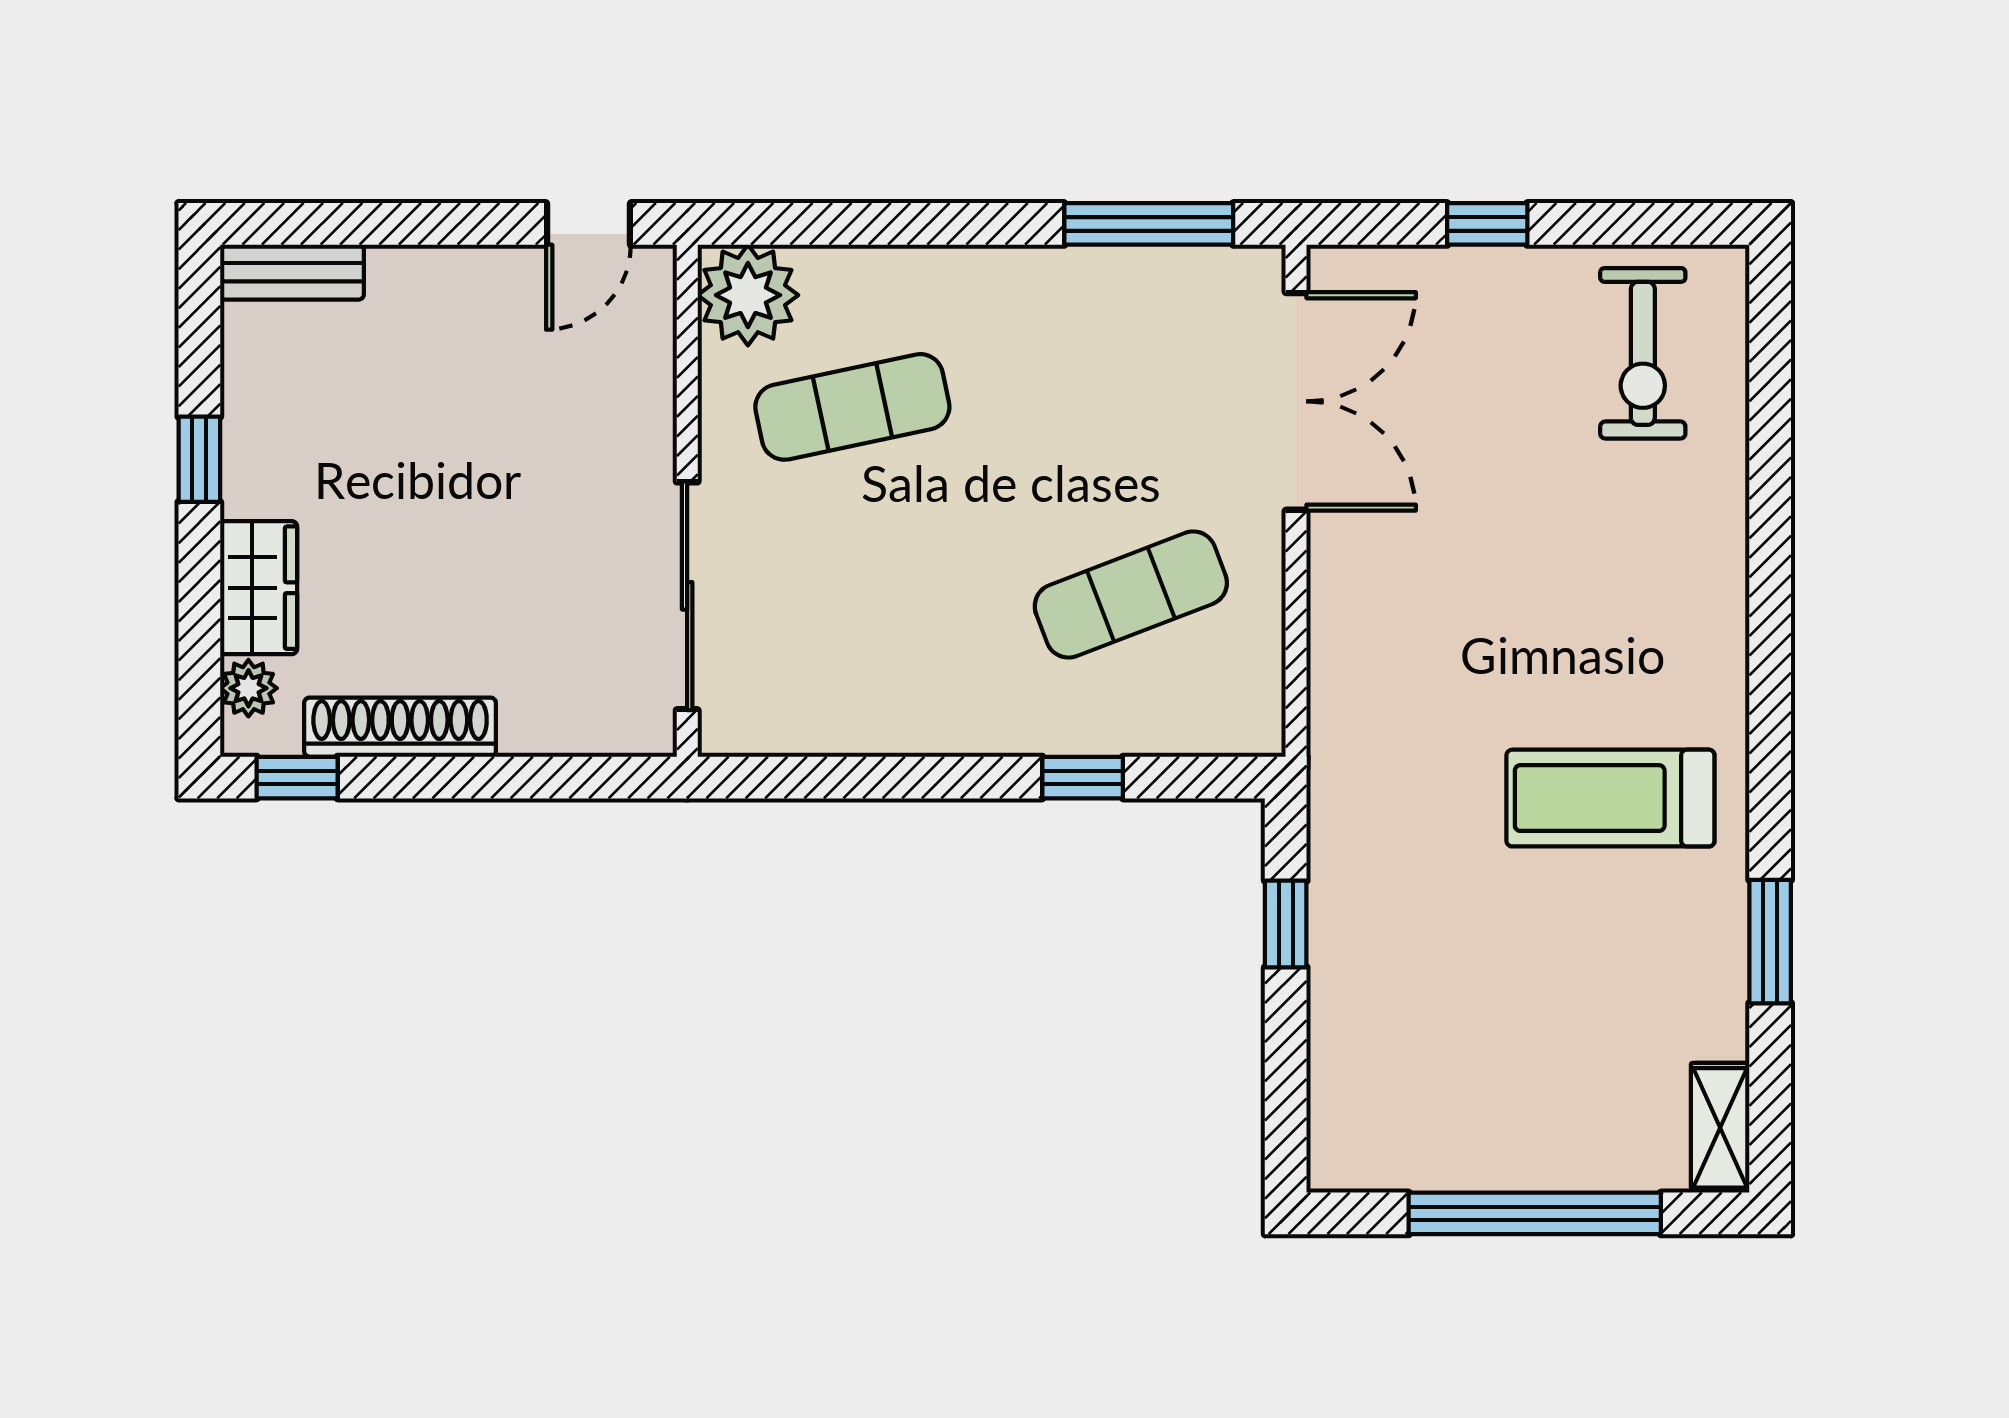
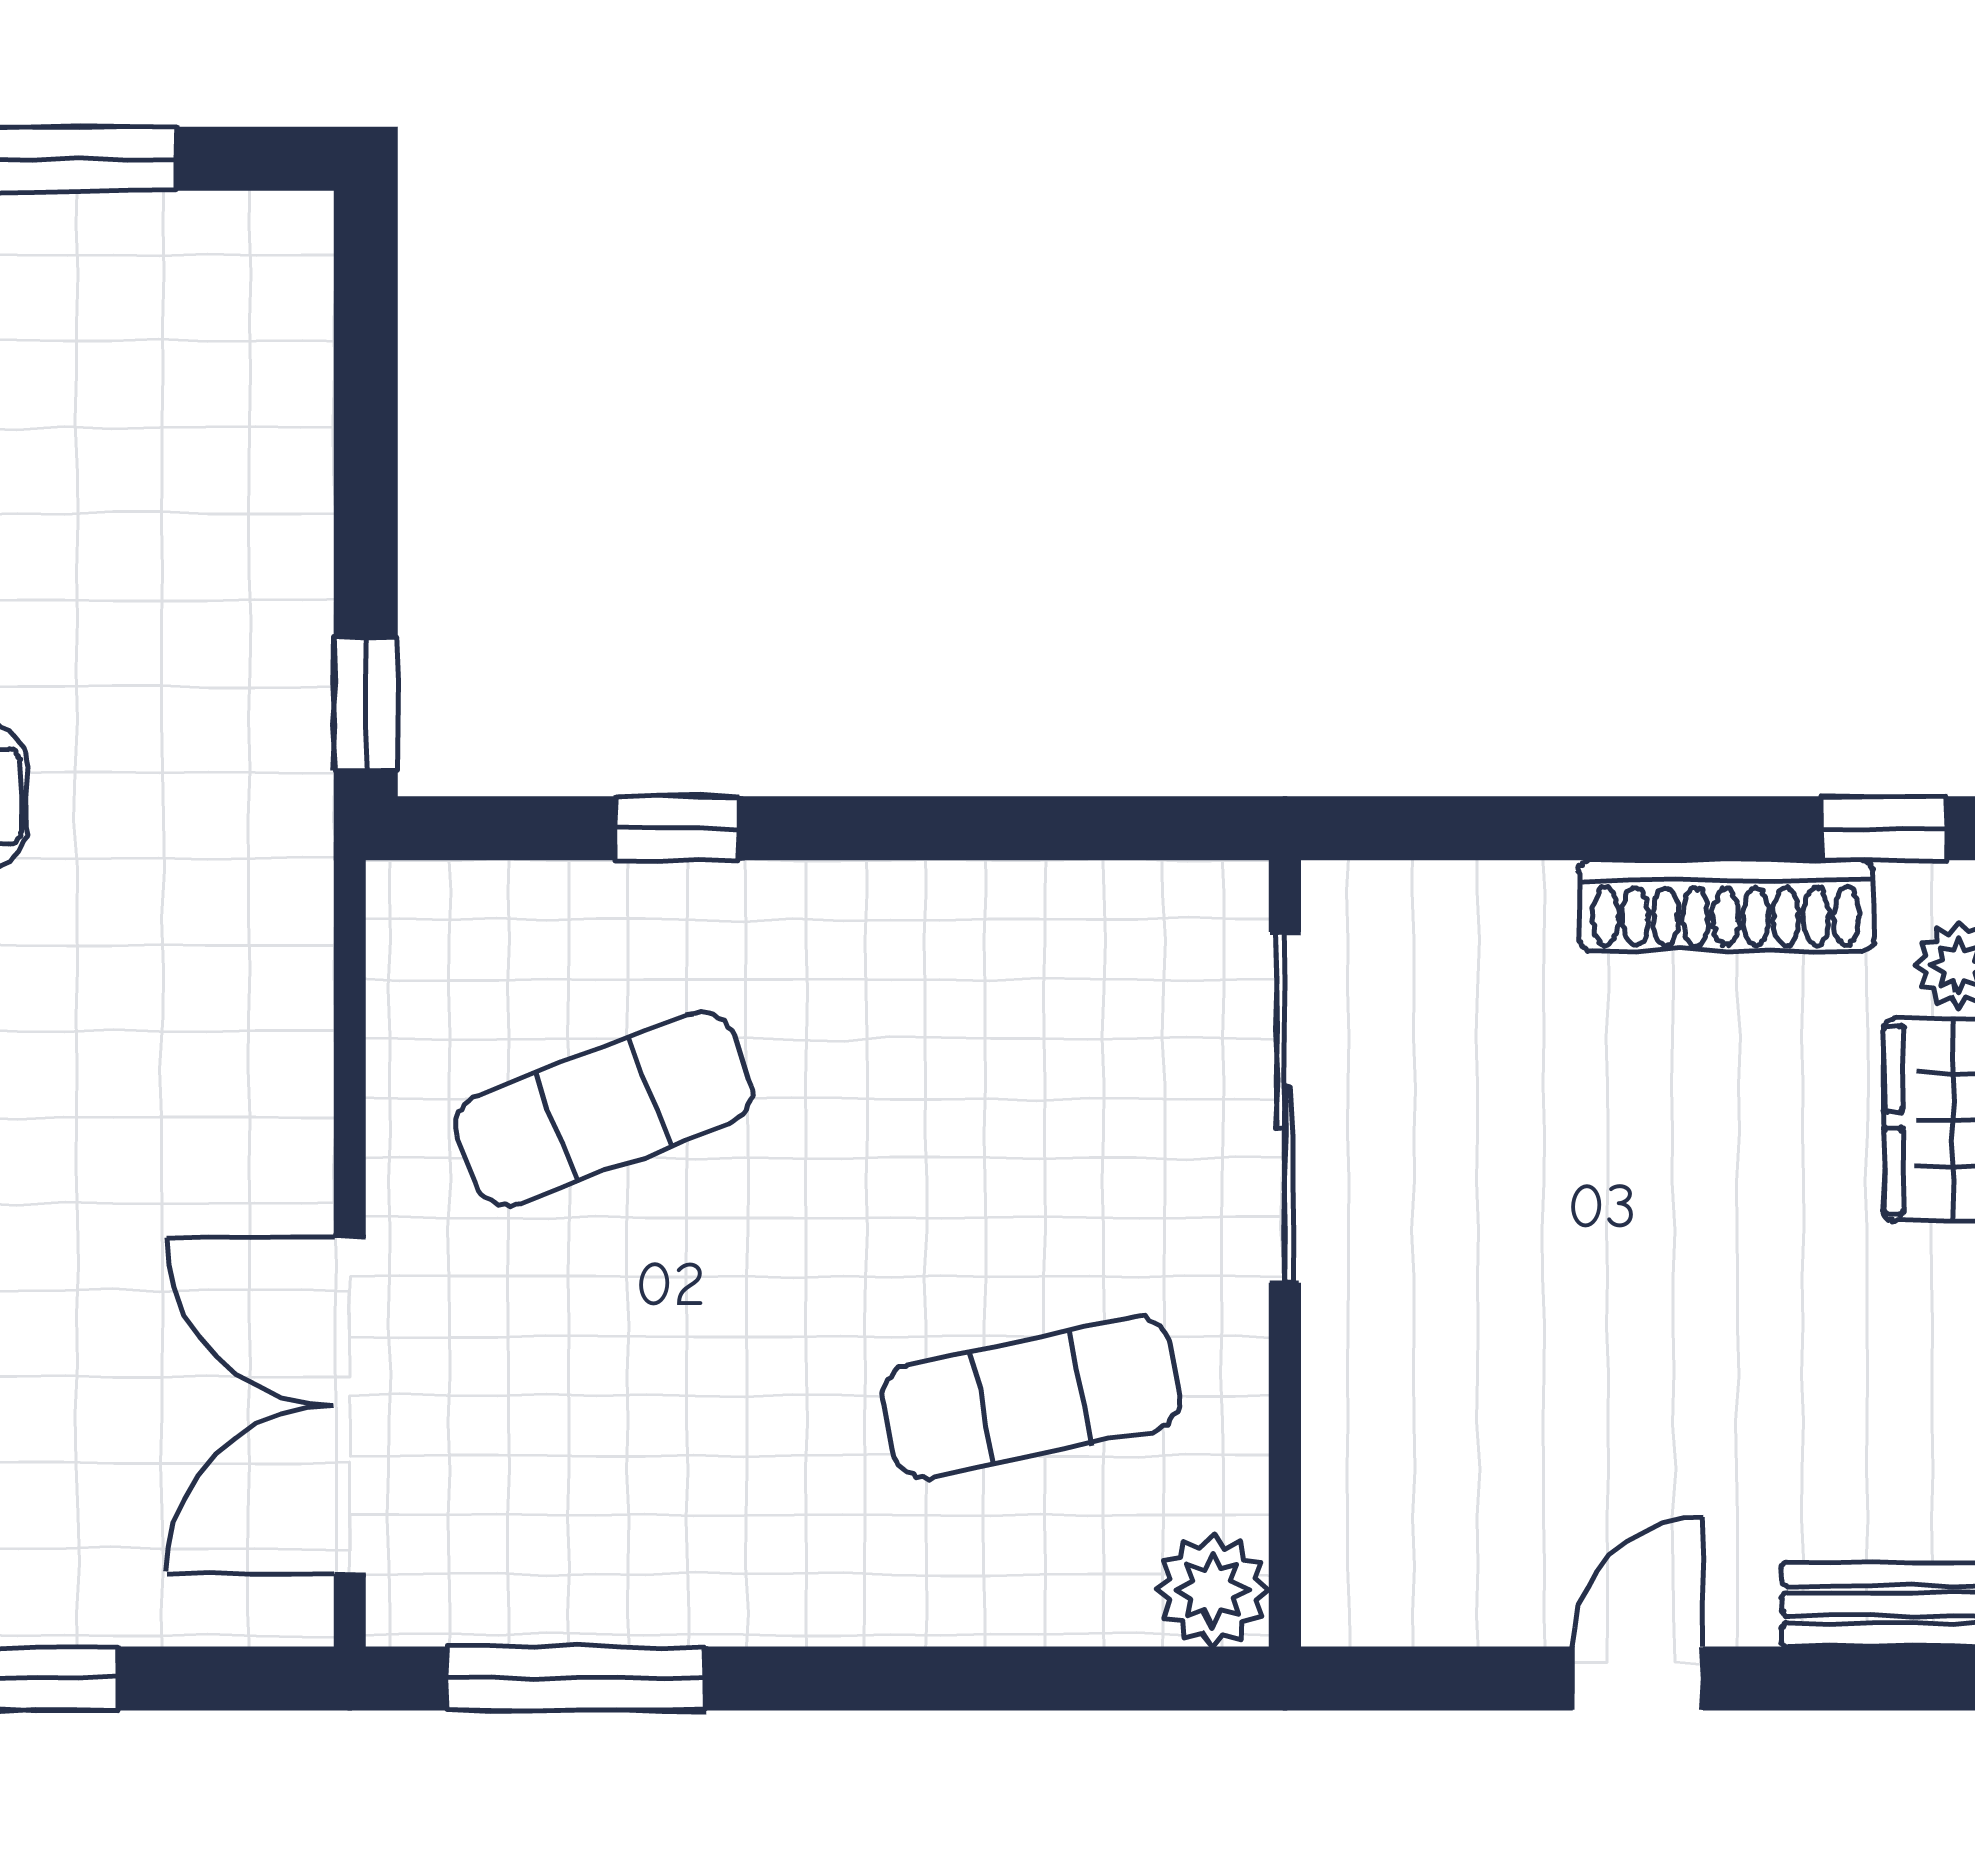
door: (588, 224) -> (1638, 1678), moved
plant: (748, 295) -> (1212, 1590), width x0.73, depth x0.73
window: (1286, 924) -> (366, 703), moved

